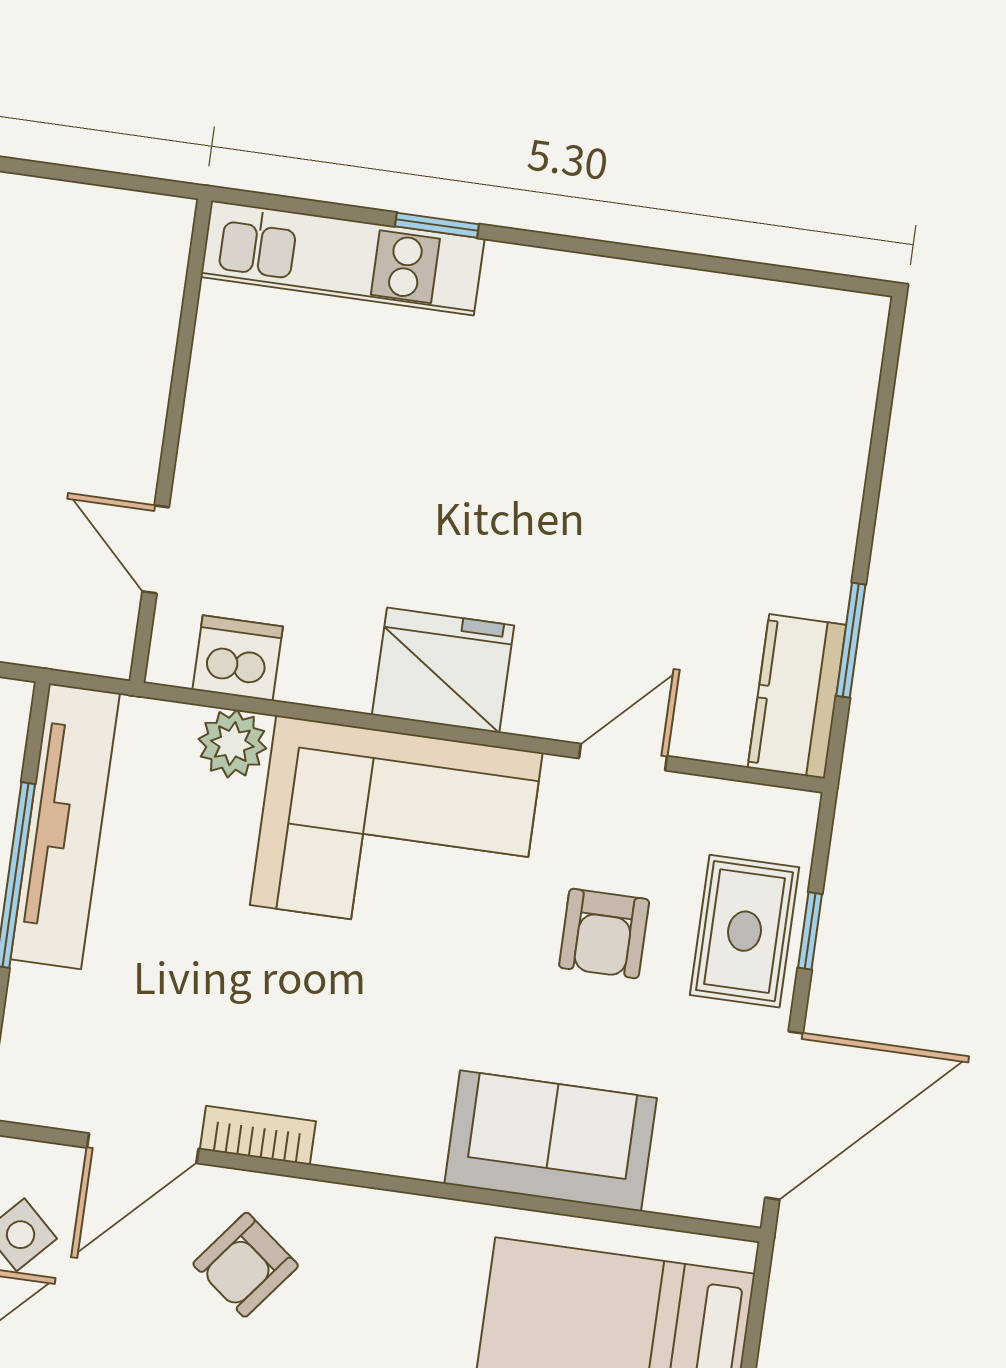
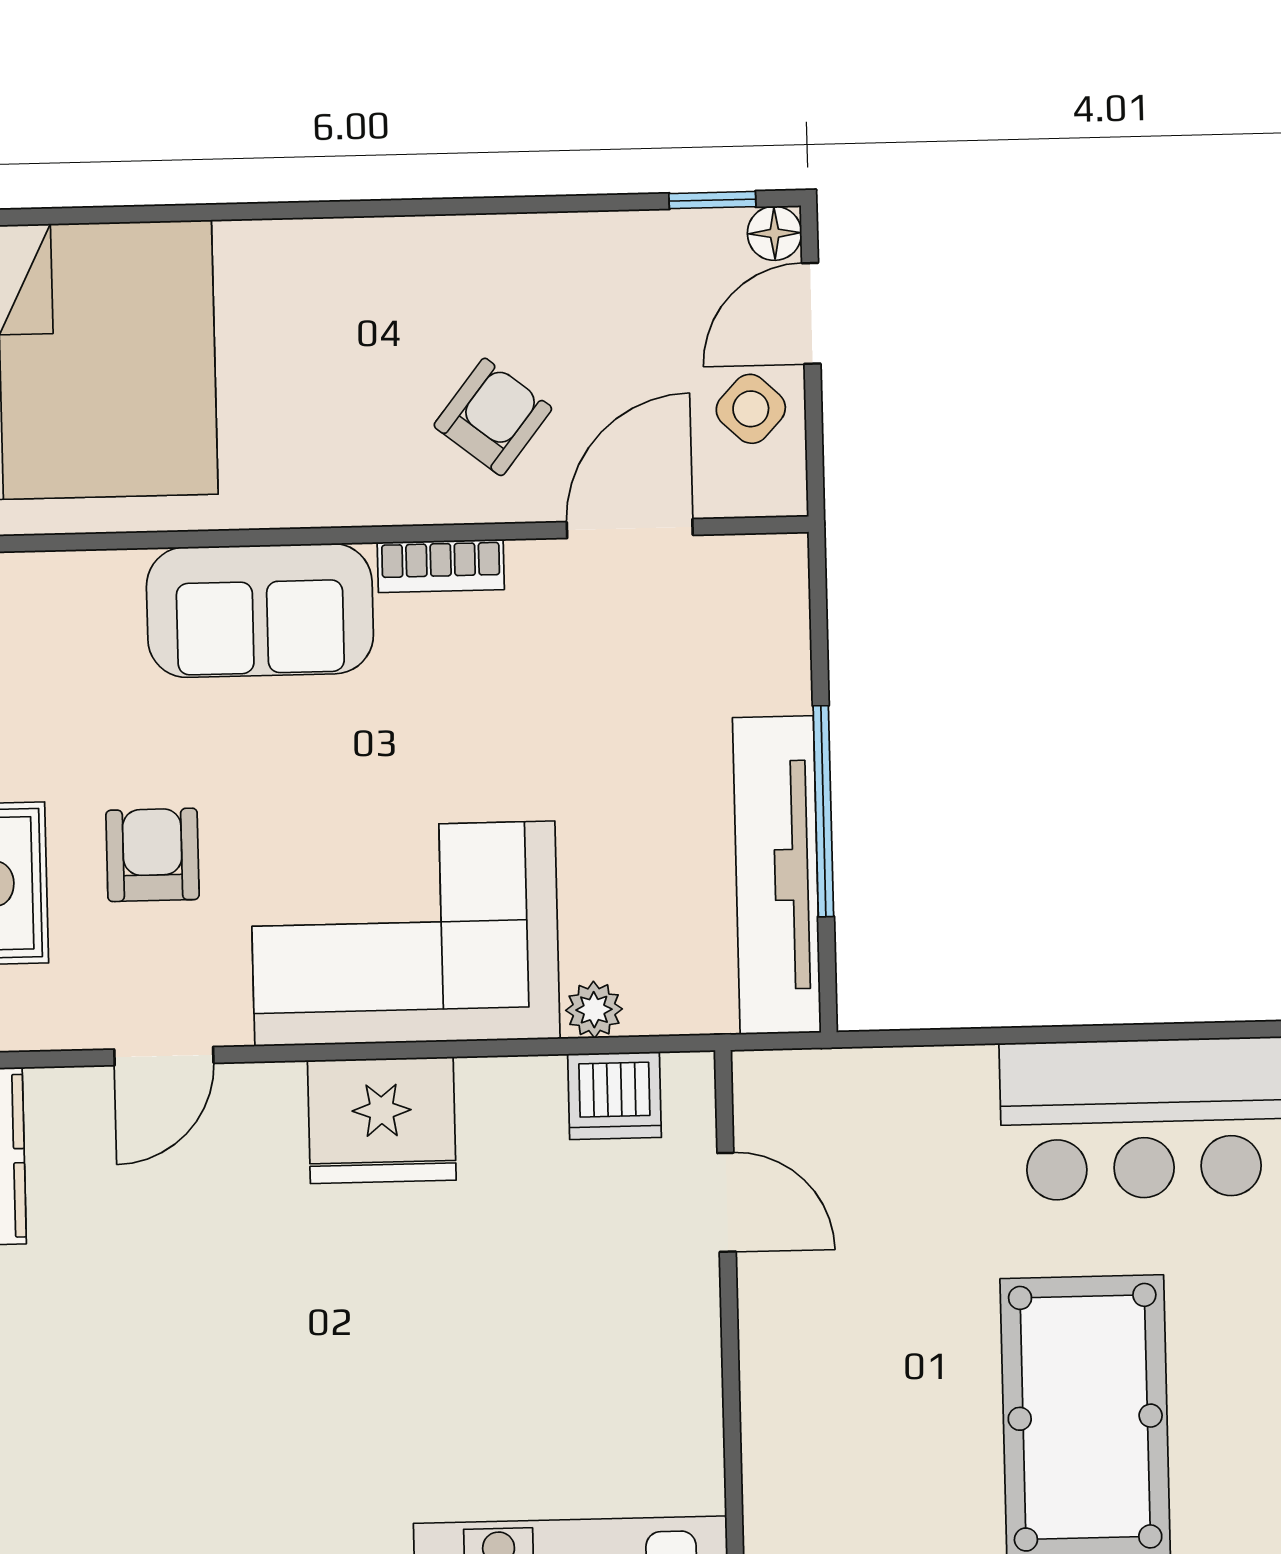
plant: (232, 744) -> (594, 1010), width x0.73, depth x0.73
bookcase: (258, 1135) -> (441, 566), moved
sofa: (551, 1141) -> (260, 610), moved

